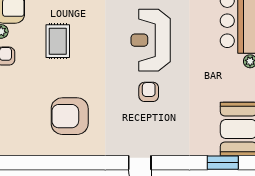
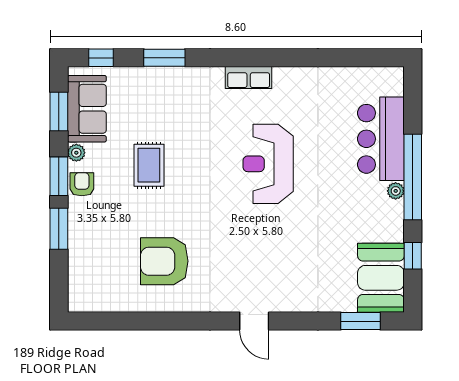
armchair: (149, 92) -> (266, 230), removed

